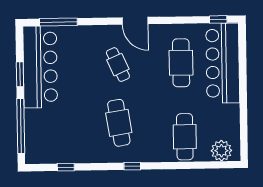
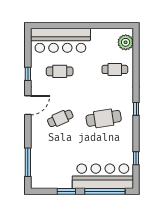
window: (218, 19) -> (28, 74), moved
cafe table: (181, 63) -> (60, 71), width x0.73, depth x0.74
bar counter: (40, 67) -> (103, 176), moved
cafe table: (185, 137) -> (115, 69), width x0.73, depth x0.74

